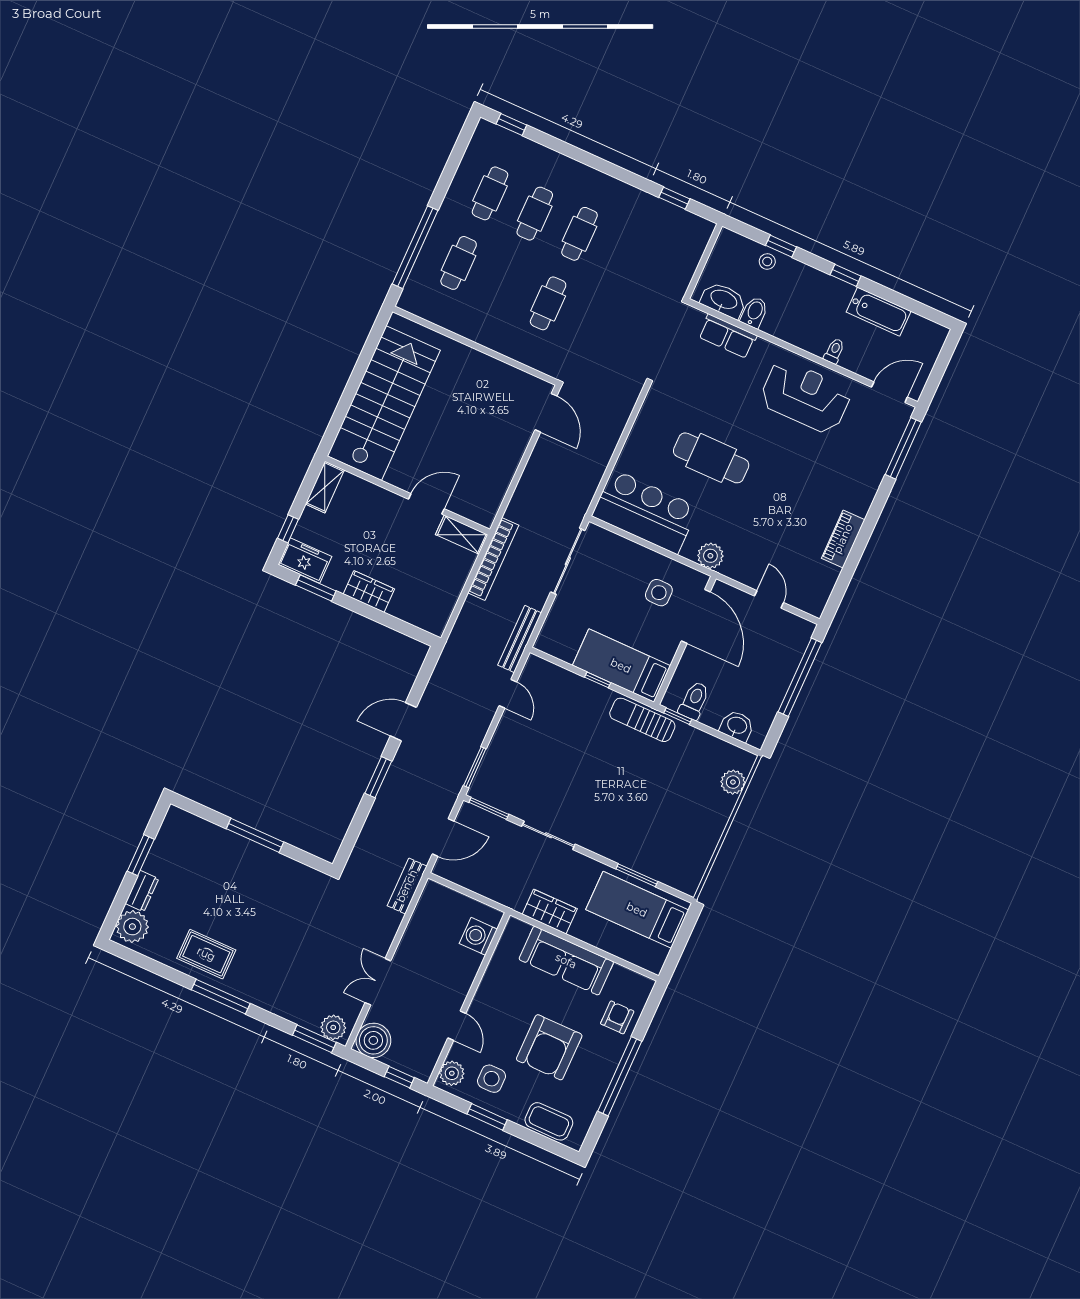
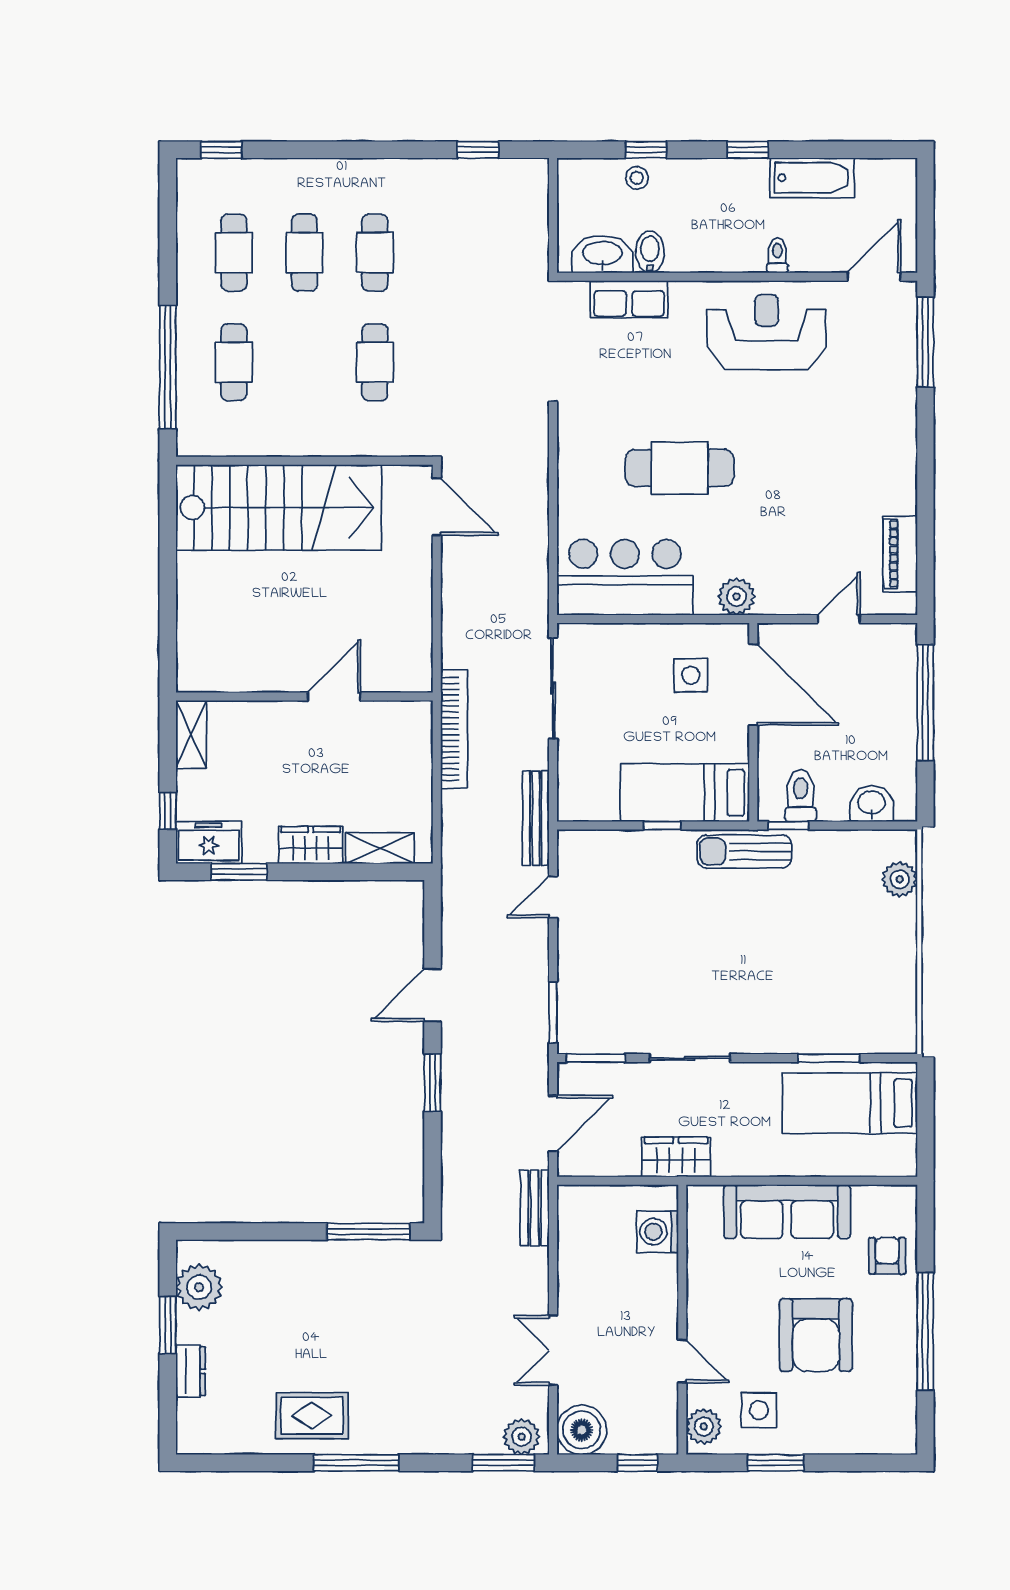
stairs: (384, 403) -> (279, 507), moved, turned 90
shelving: (462, 535) -> (380, 848), moved
piano: (843, 539) -> (900, 554), moved
door: (769, 599) -> (839, 619), hinge flipped
door: (508, 694) -> (553, 897), swing flipped
window: (255, 835) -> (368, 1232), moved
wardrobe: (550, 911) -> (676, 1157), moved
plant: (132, 927) -> (199, 1287), moved
coffee table: (549, 1121) -> (859, 1432), removed

